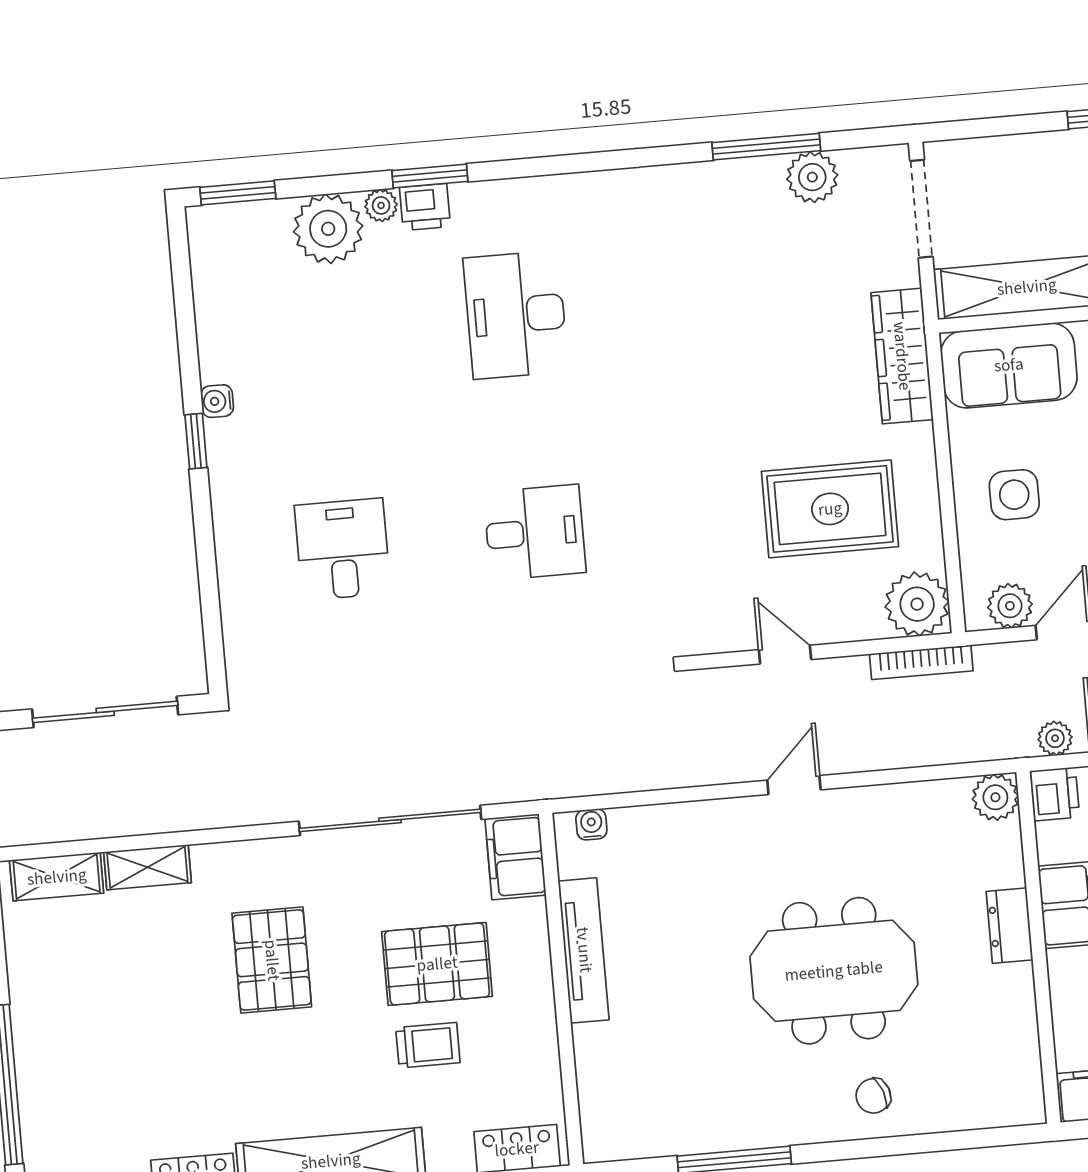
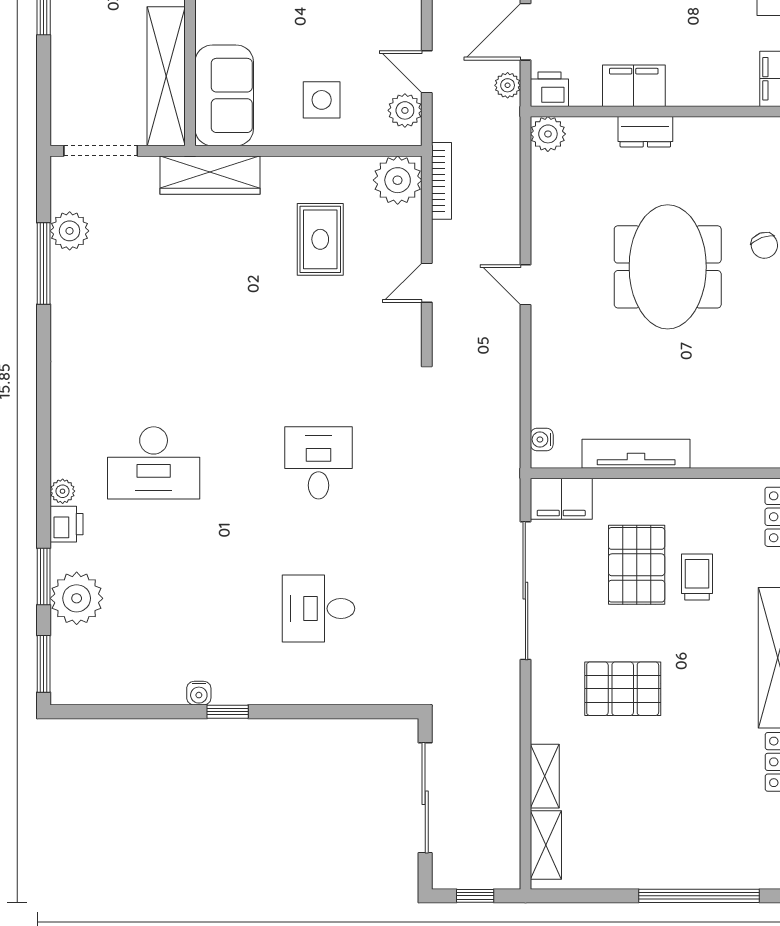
window: (430, 176) -> (44, 577), moved
plant: (381, 205) -> (63, 491), moved
rug: (830, 509) -> (320, 239), width x0.73, depth x0.70

